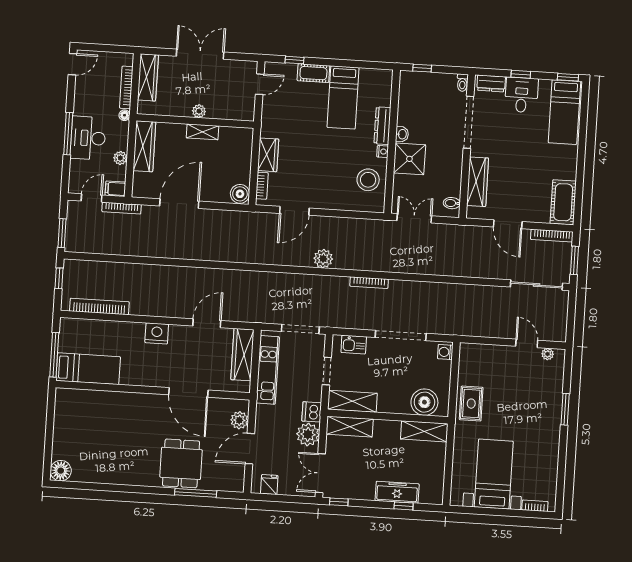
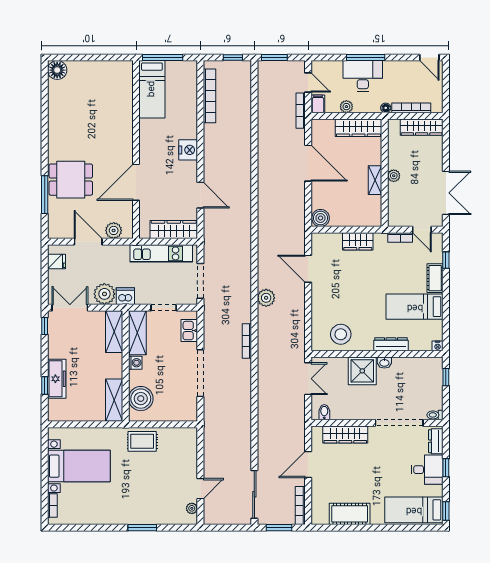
double door: (200, 54) -> (446, 193), moved
nightstand: (383, 151) -> (438, 346), moved
bookcase: (262, 186) -> (400, 238), moved
cot: (563, 202) -> (350, 514), moved
washing machine: (445, 352) -> (135, 363), moved, turned 90

